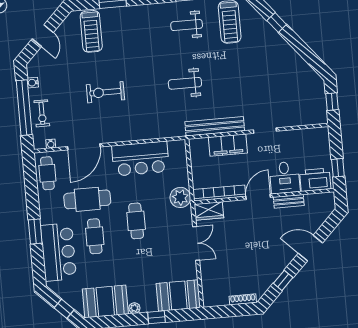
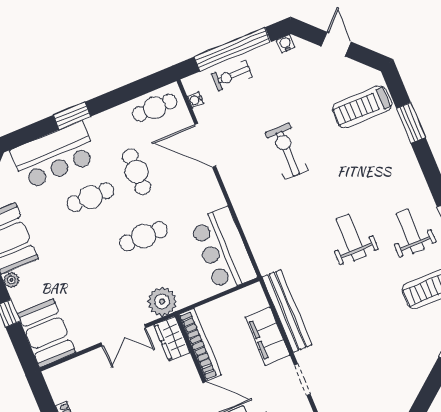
door: (43, 36) -> (336, 44), swing flipped
water cooler: (33, 83) -> (286, 44), moved
weight bench: (185, 83) -> (351, 238), moved
bar counter: (140, 159) -> (223, 250), moved
plant: (180, 197) -> (162, 302), moved
cafe table: (87, 199) -> (137, 172), width x0.73, depth x0.74
cafe table: (136, 221) -> (144, 236), moved

